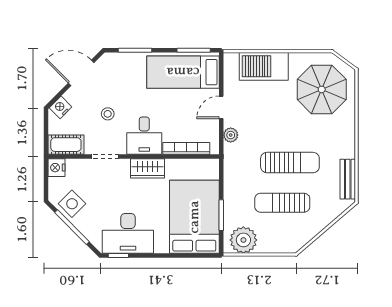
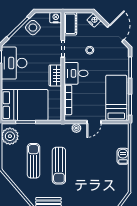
barbecue: (264, 66) -> (123, 156), width x0.53, depth x0.65
parasol: (322, 89) -> (105, 186), removed
door: (221, 107) -> (94, 122), swing flipped

